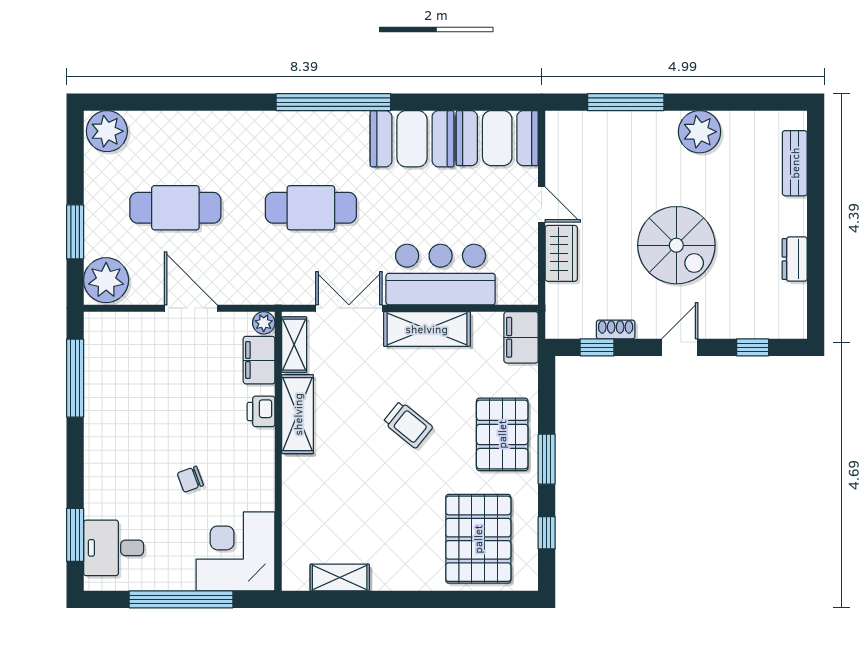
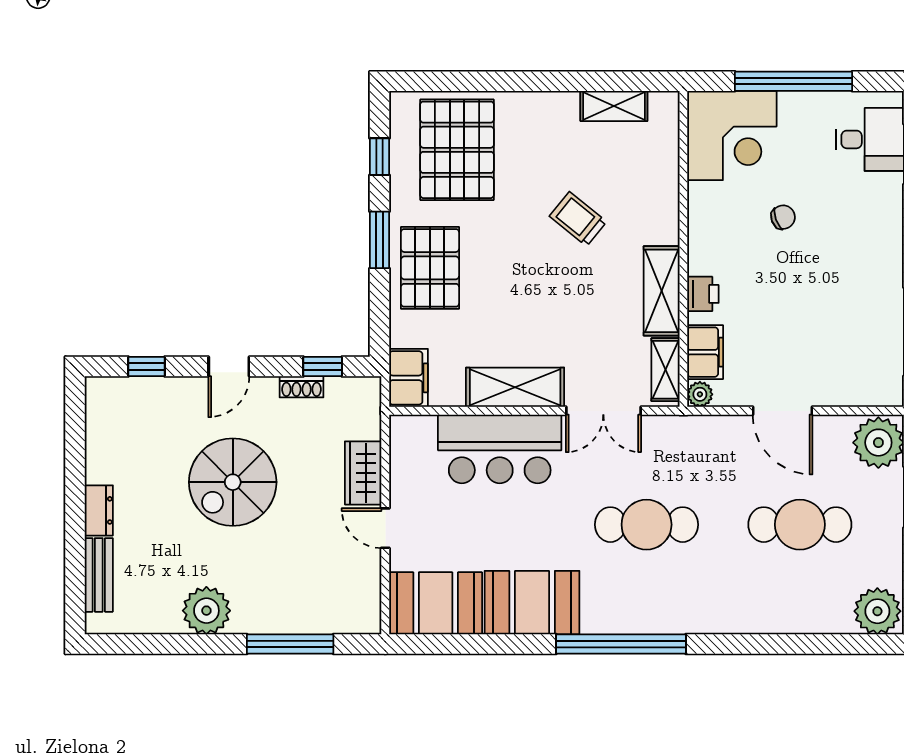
spiral stairs: (676, 245) -> (233, 482), turned -90
dresser: (795, 259) -> (99, 510), moved
trolley: (408, 425) -> (578, 219), moved

